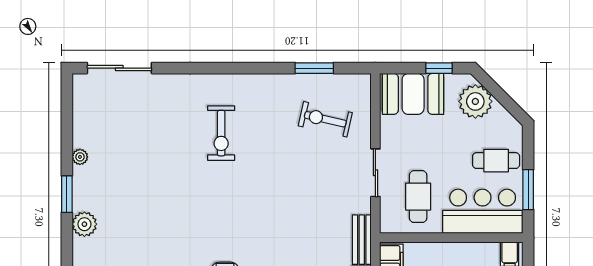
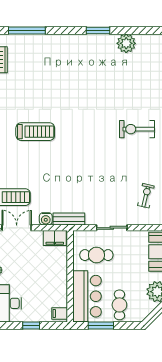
exercise bike: (325, 119) -> (146, 196), width x0.73, depth x0.72
plant: (80, 157) -> (126, 43), width x1.88, depth x1.88
plant: (84, 224) -> (79, 42), removed

